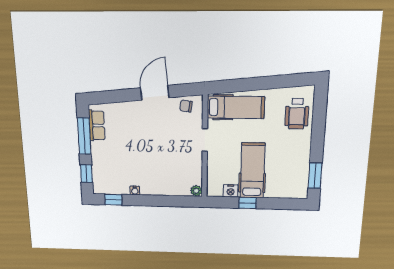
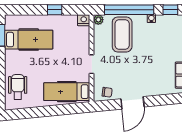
hospital bed: (252, 171) -> (29, 40), moved, turned -90
coffee table: (168, 174) -> (122, 34), added
nightstand: (231, 191) -> (84, 20), moved
window: (161, 201) -> (129, 10), added

